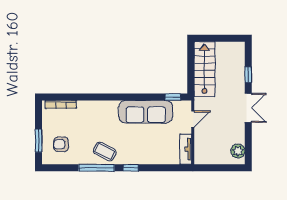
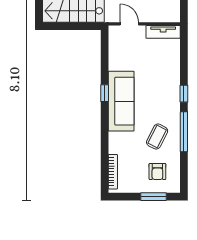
window: (173, 97) -> (105, 93), moved
sofa: (146, 112) -> (121, 101), moved
coffee table: (105, 151) -> (157, 137), moved

